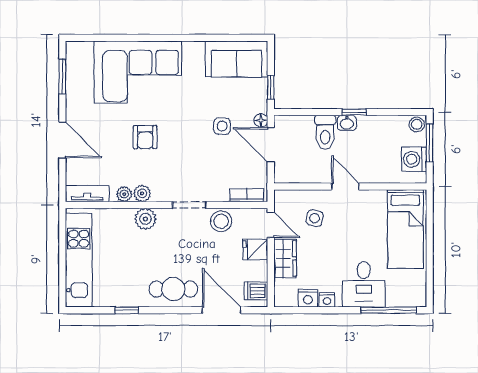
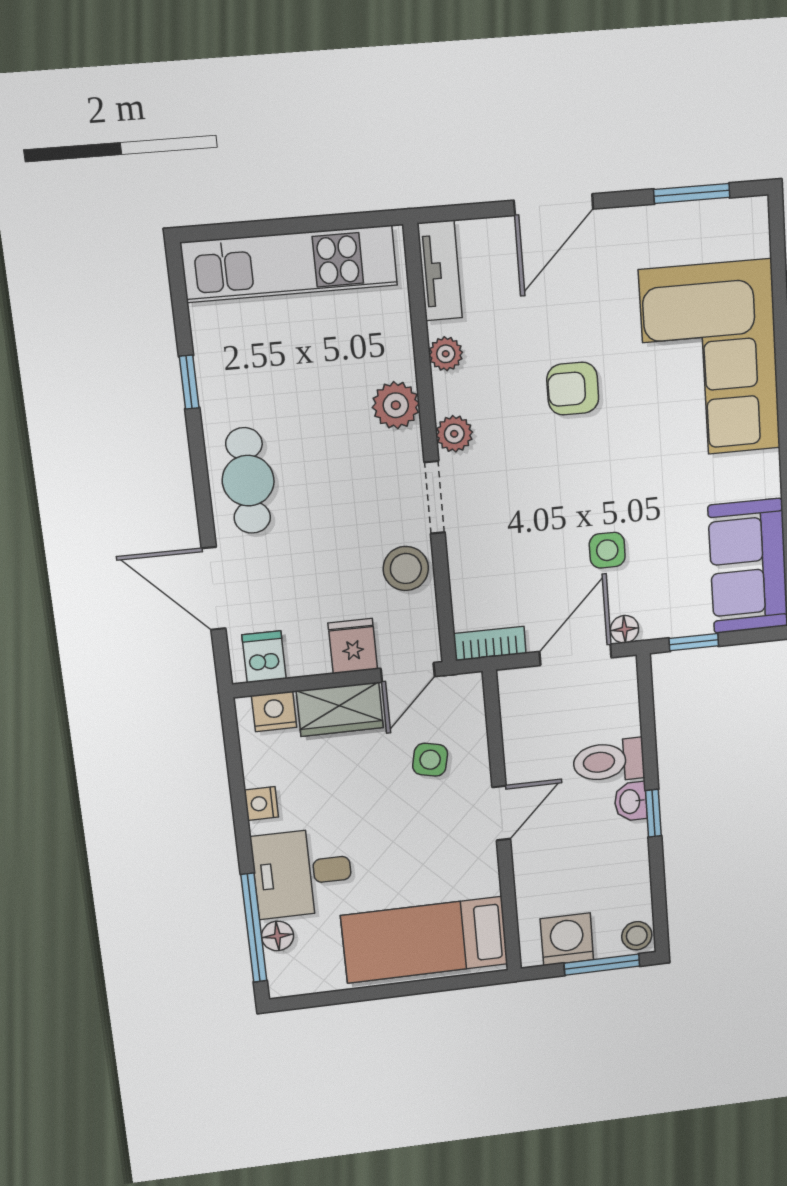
plant: (142, 193) -> (454, 434), moved
bookcase: (247, 195) -> (490, 643), moved, turned -90
nightstand: (308, 298) -> (274, 711), moved, turned 90
floor lamp: (394, 299) -> (277, 936), added
door: (221, 310) -> (214, 589), swing flipped

